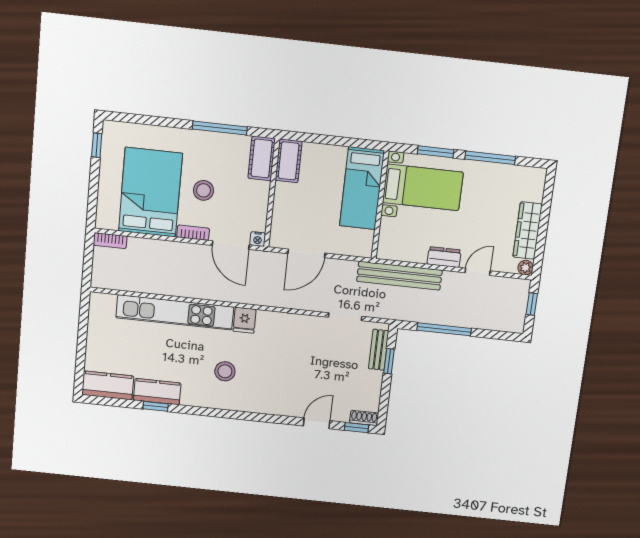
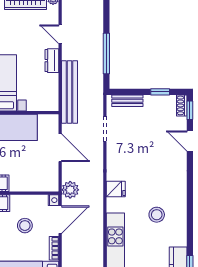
stool: (204, 190) -> (25, 226), moved
door: (306, 253) -> (60, 148), moved
plant: (269, 263) -> (70, 190), added
fridge: (245, 320) -> (116, 189), moved
window: (389, 361) -> (160, 92), moved

